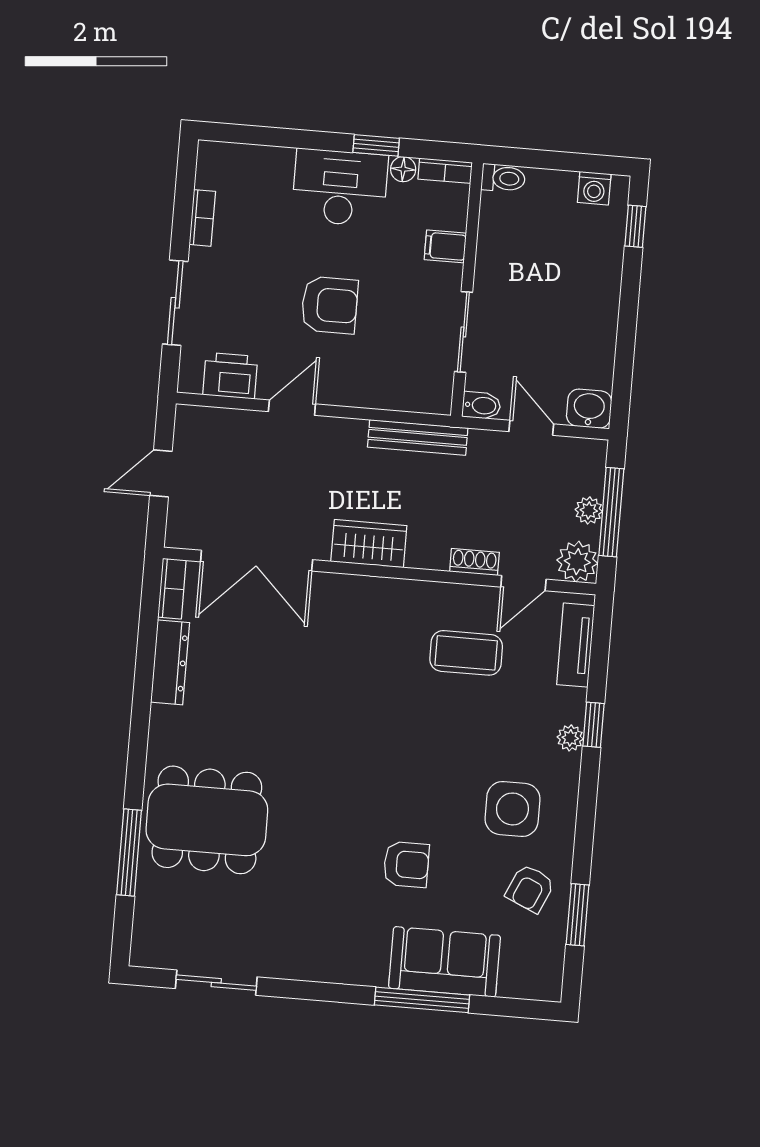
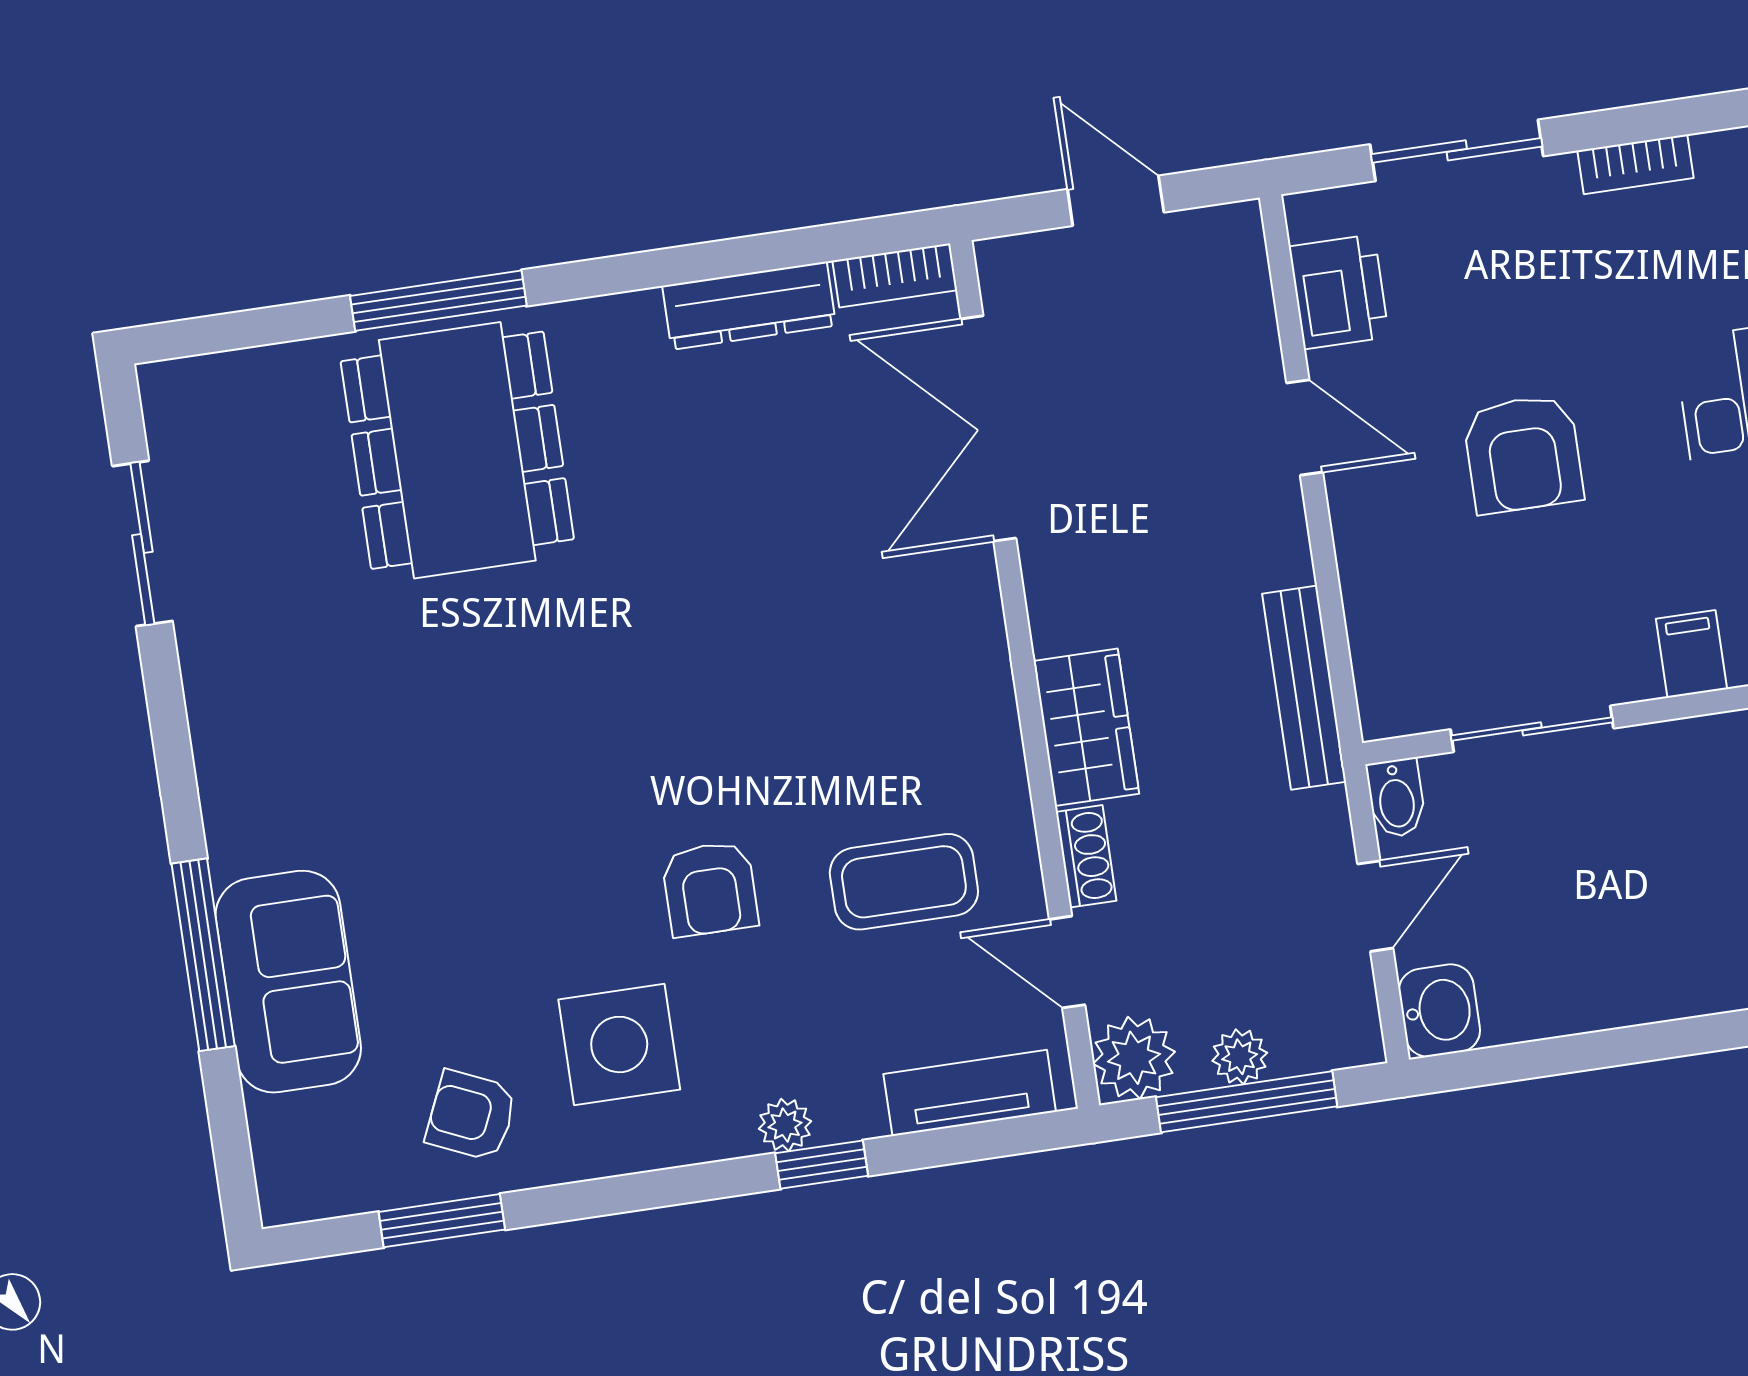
wardrobe: (369, 544) -> (1086, 727), moved
coffee table: (466, 653) -> (904, 882), turned 90
window: (129, 852) -> (438, 301), moved
armchair: (406, 864) -> (710, 889), moved

